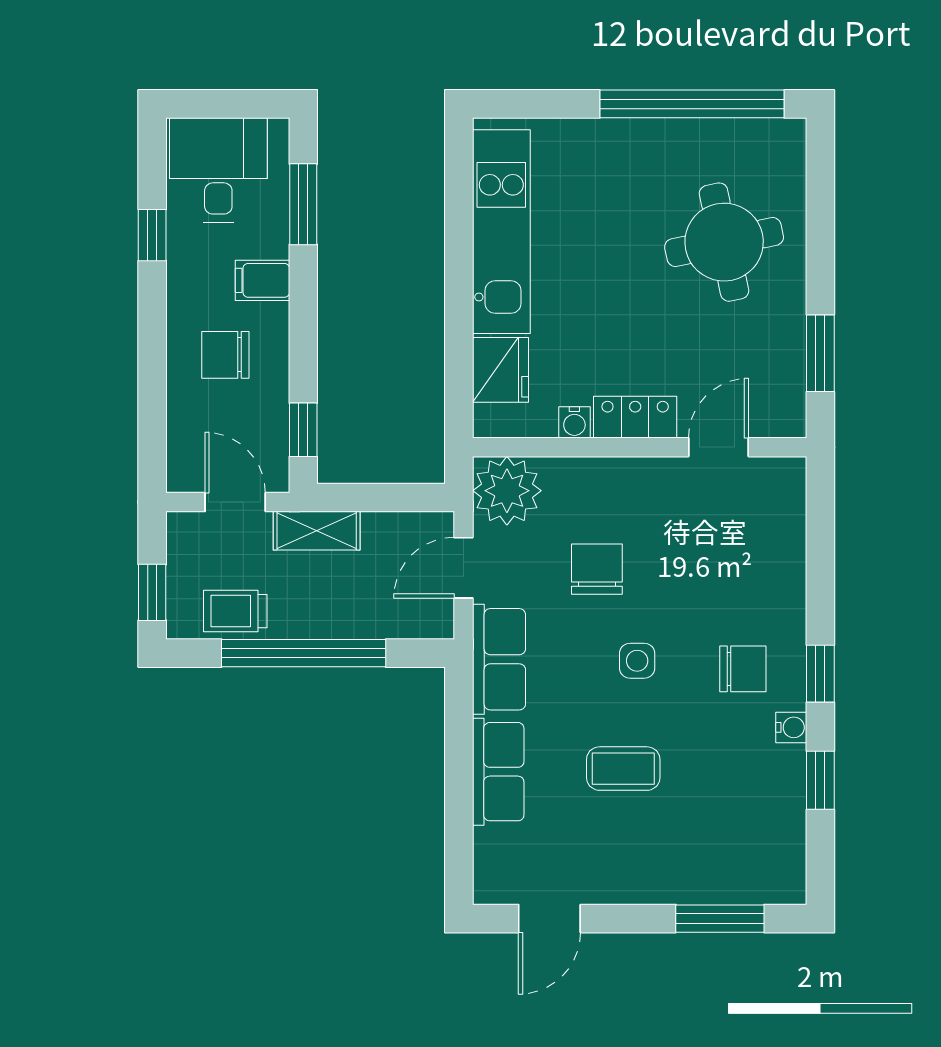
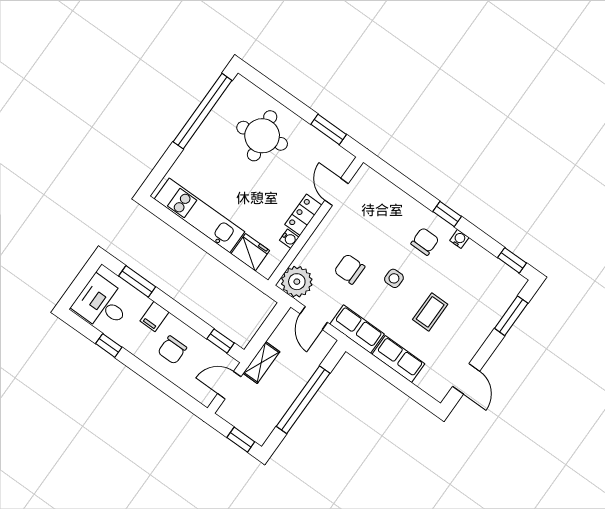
trolley: (235, 611) -> (270, 414), removed
window: (820, 780) -> (512, 260), moved

